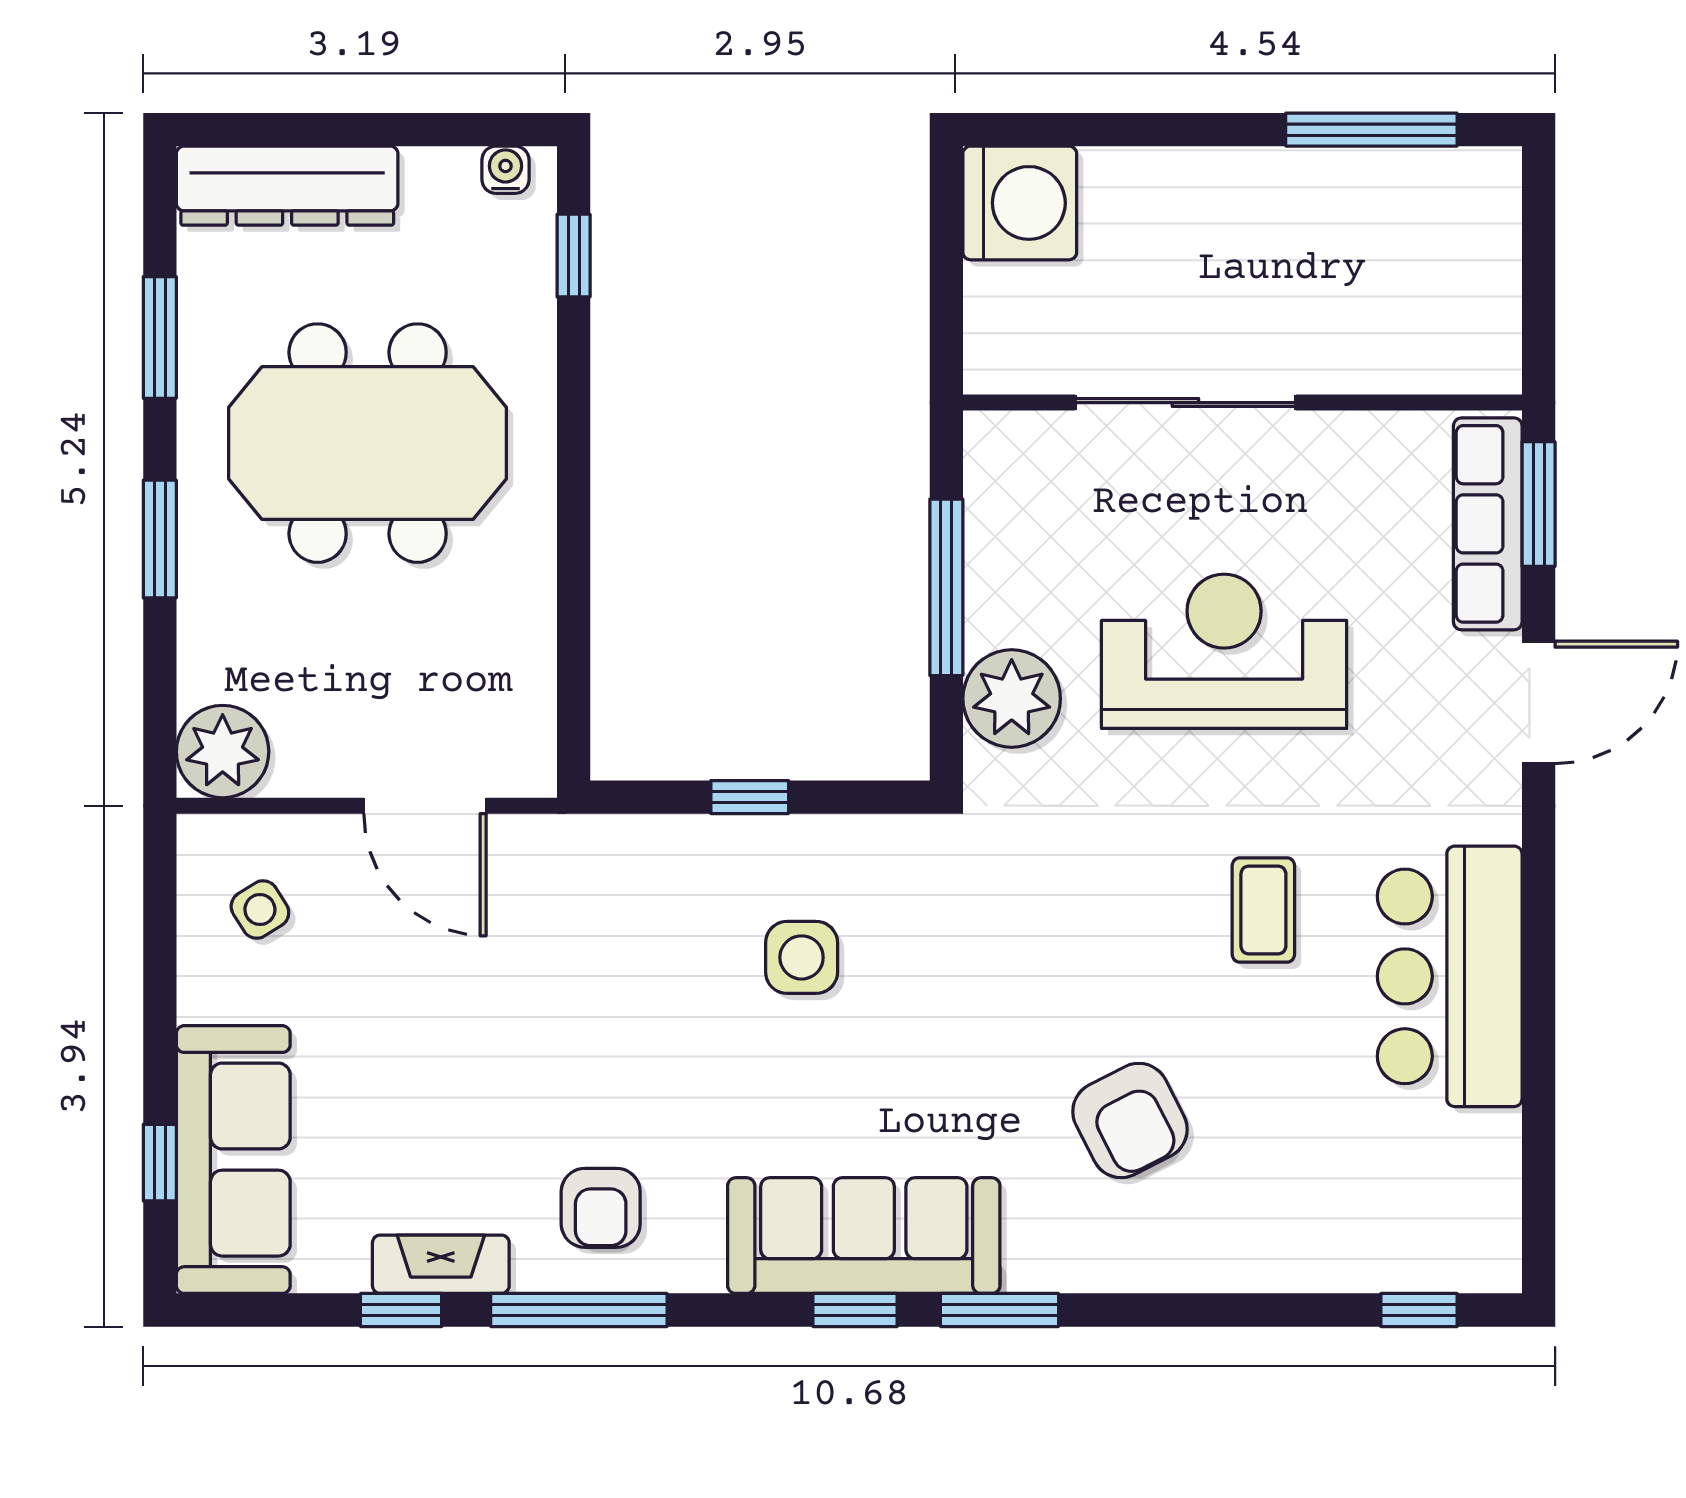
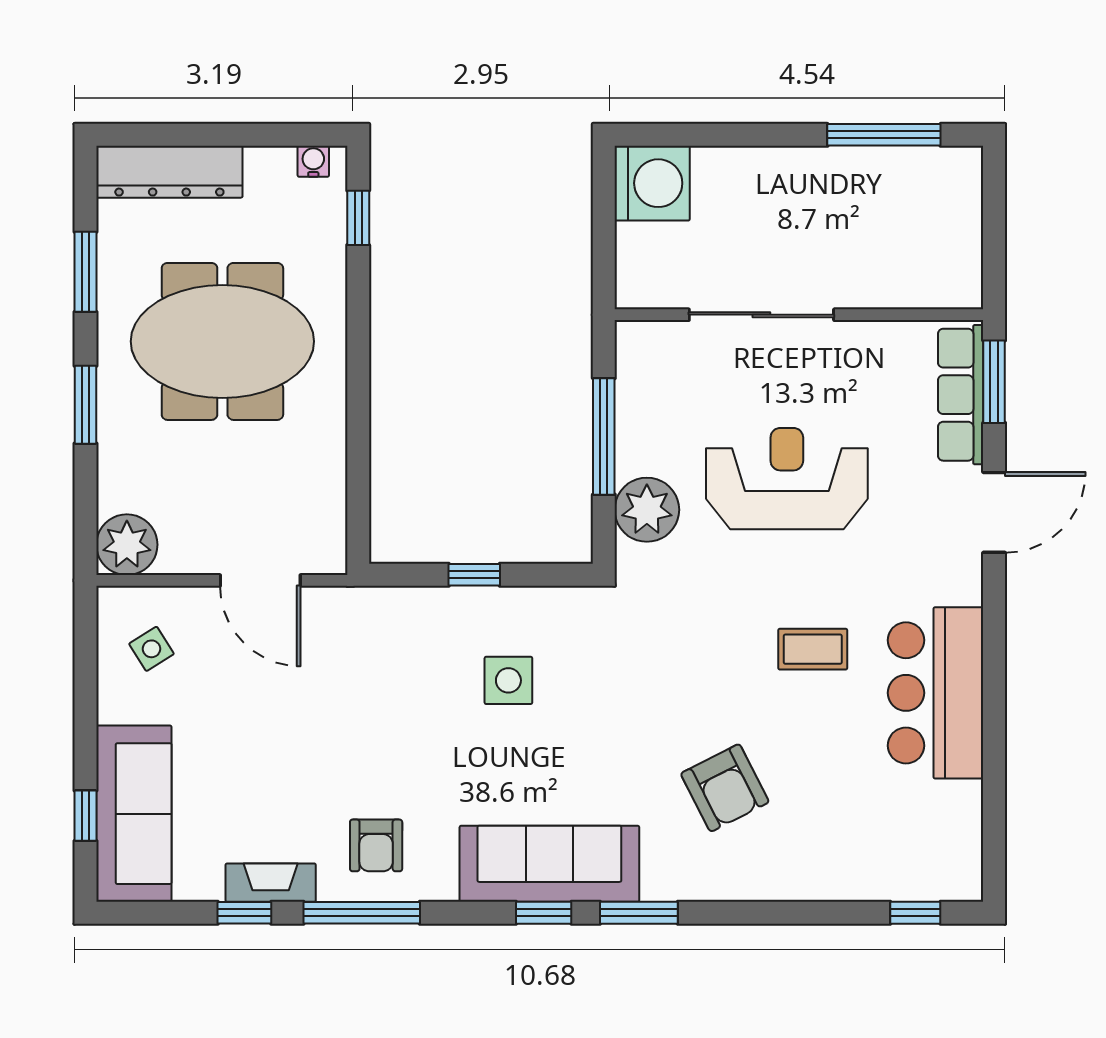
coffee table: (1263, 910) -> (813, 649), turned 90

